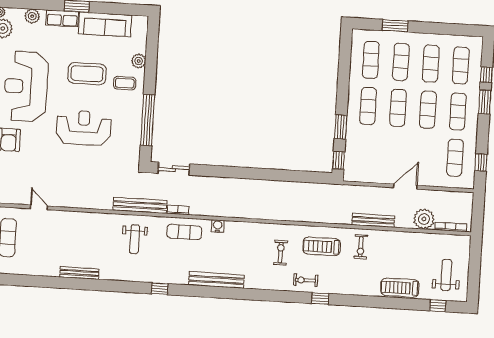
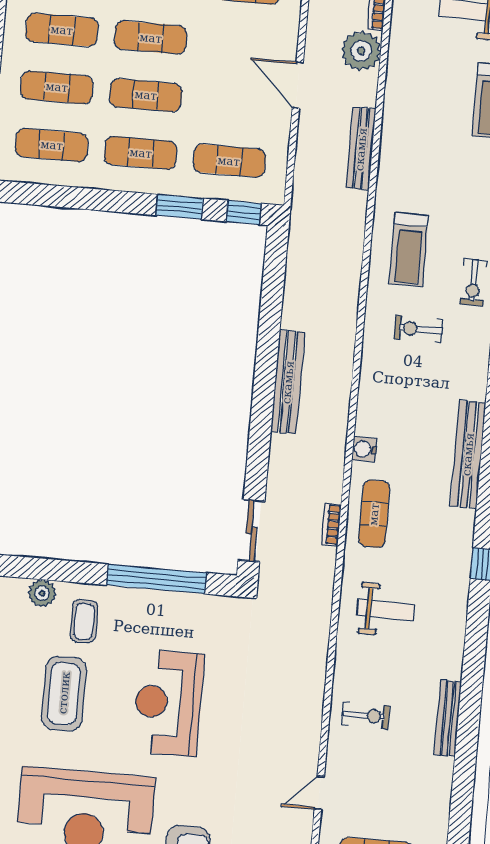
exercise mat: (365, 152) -> (229, 161), added
bench: (140, 205) -> (288, 382), moved
exercise bike: (361, 247) -> (366, 715), moved

